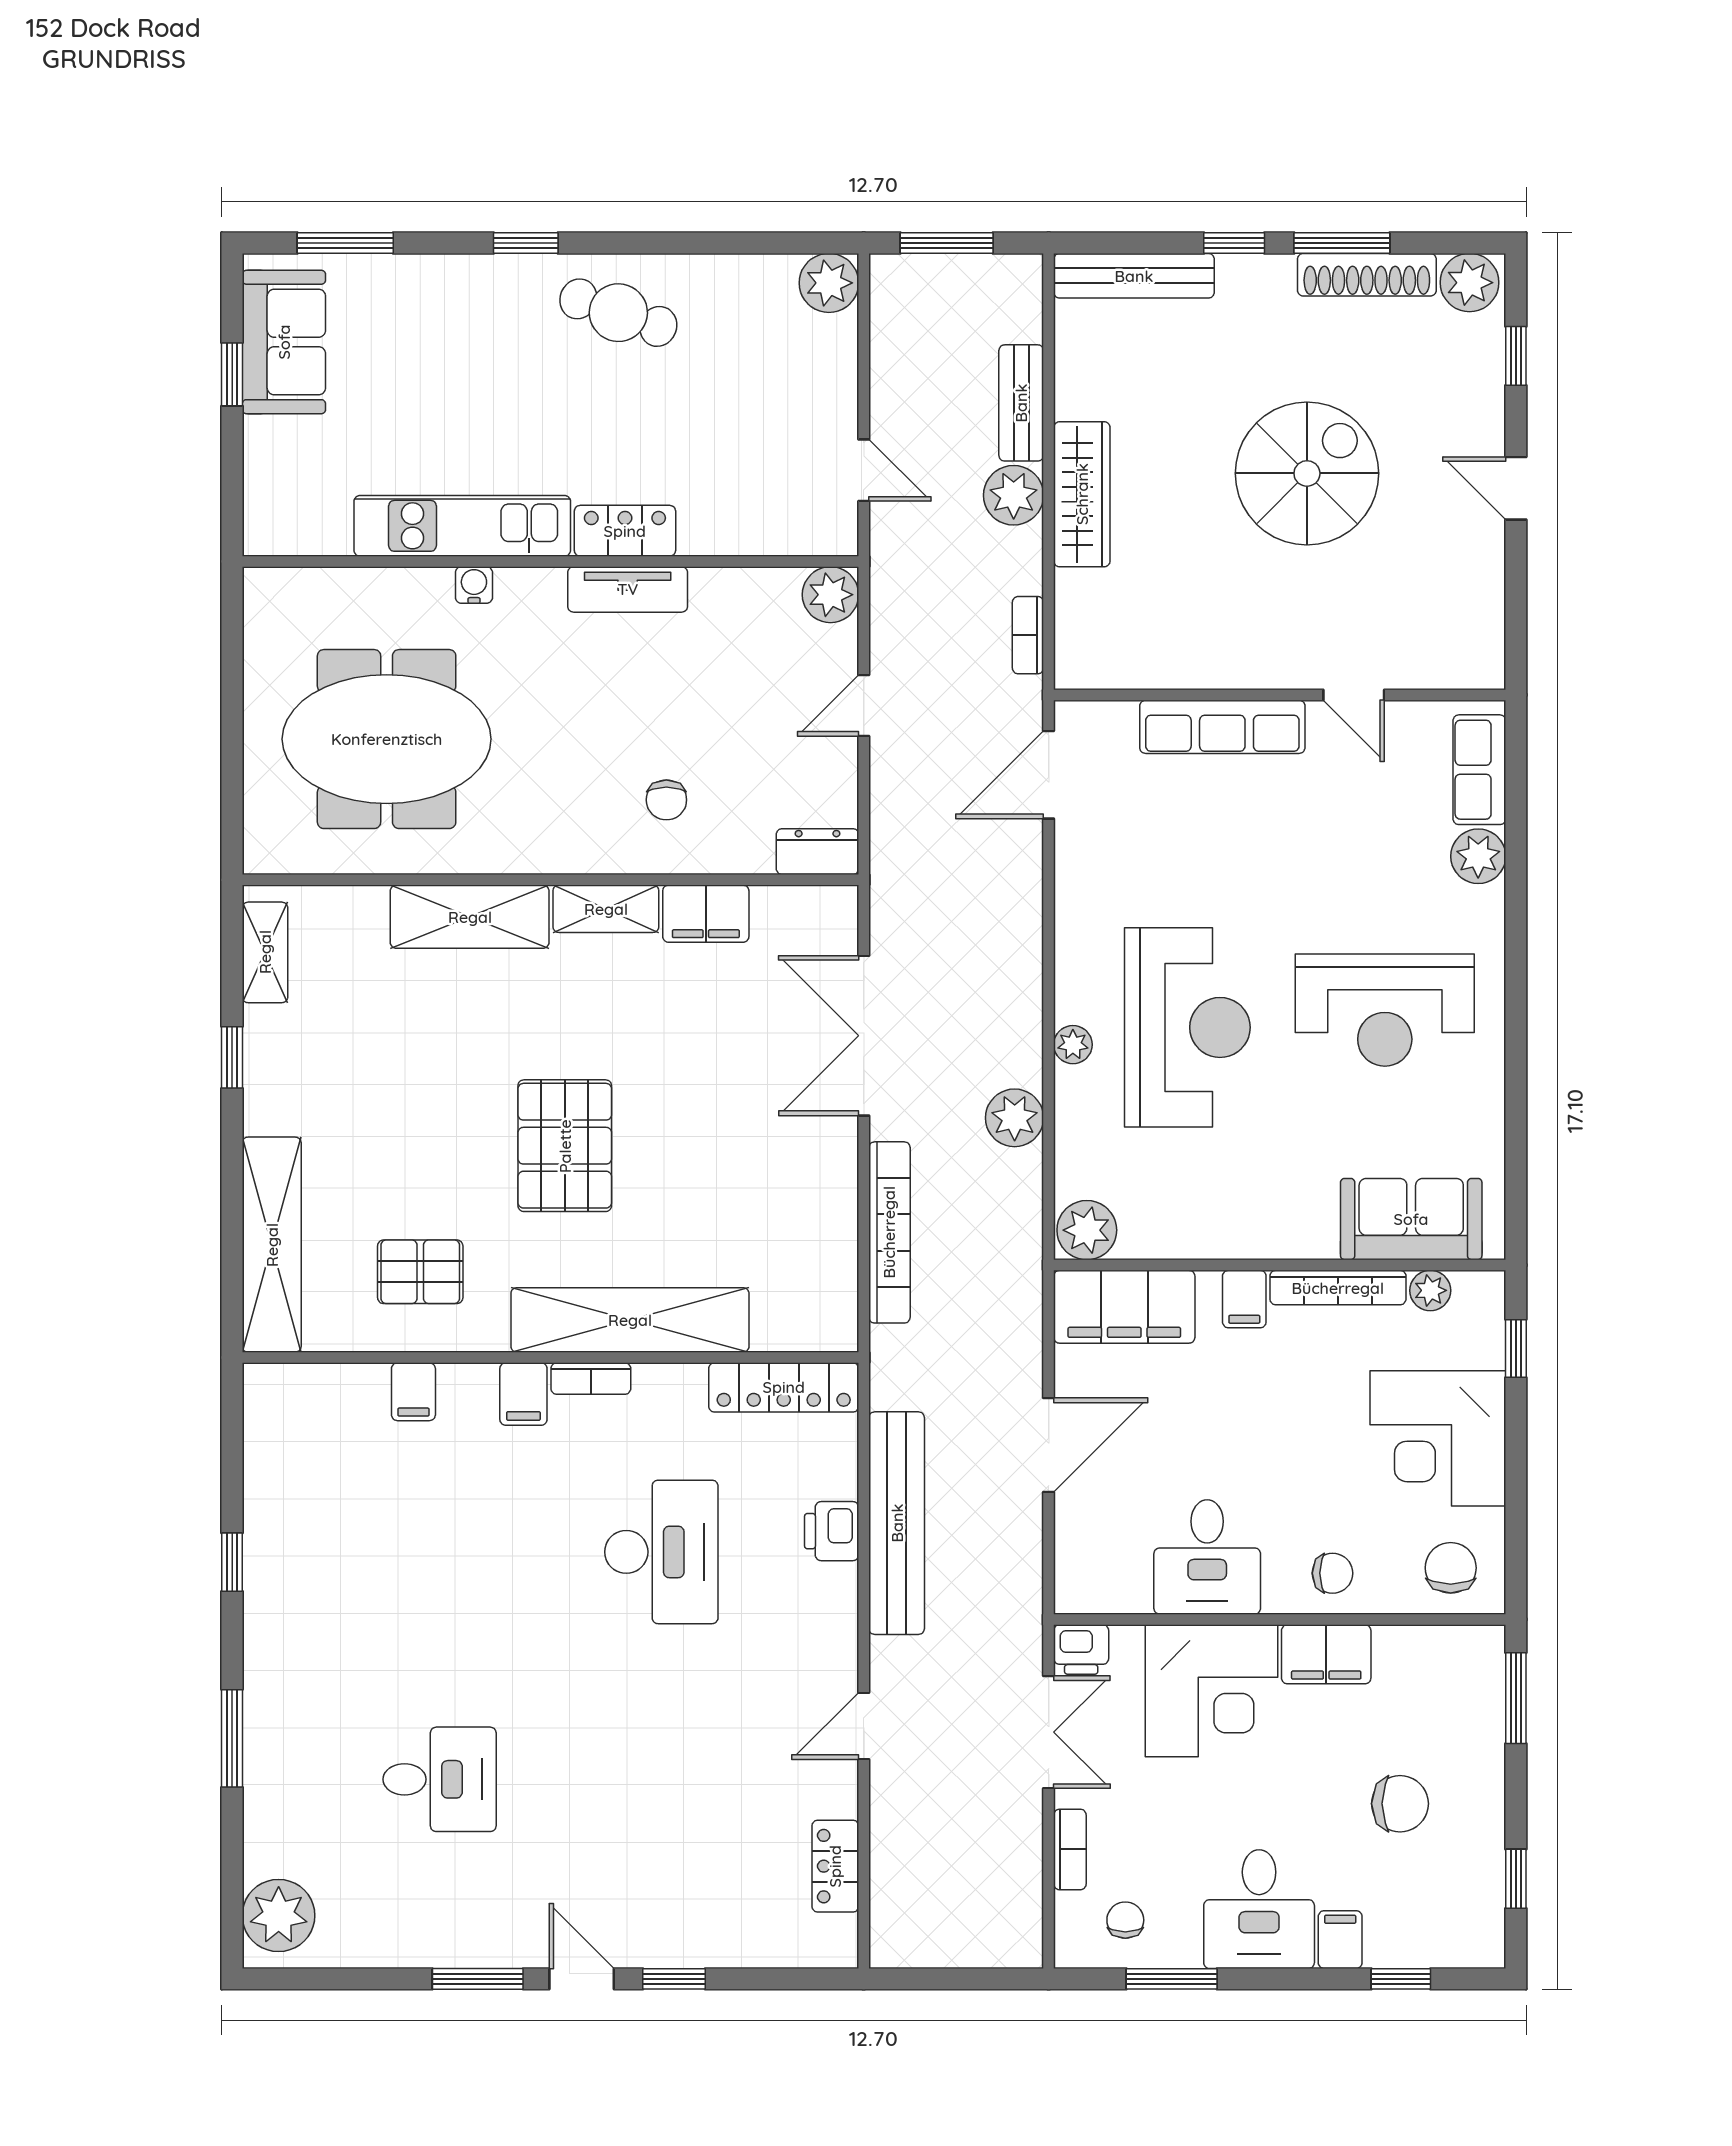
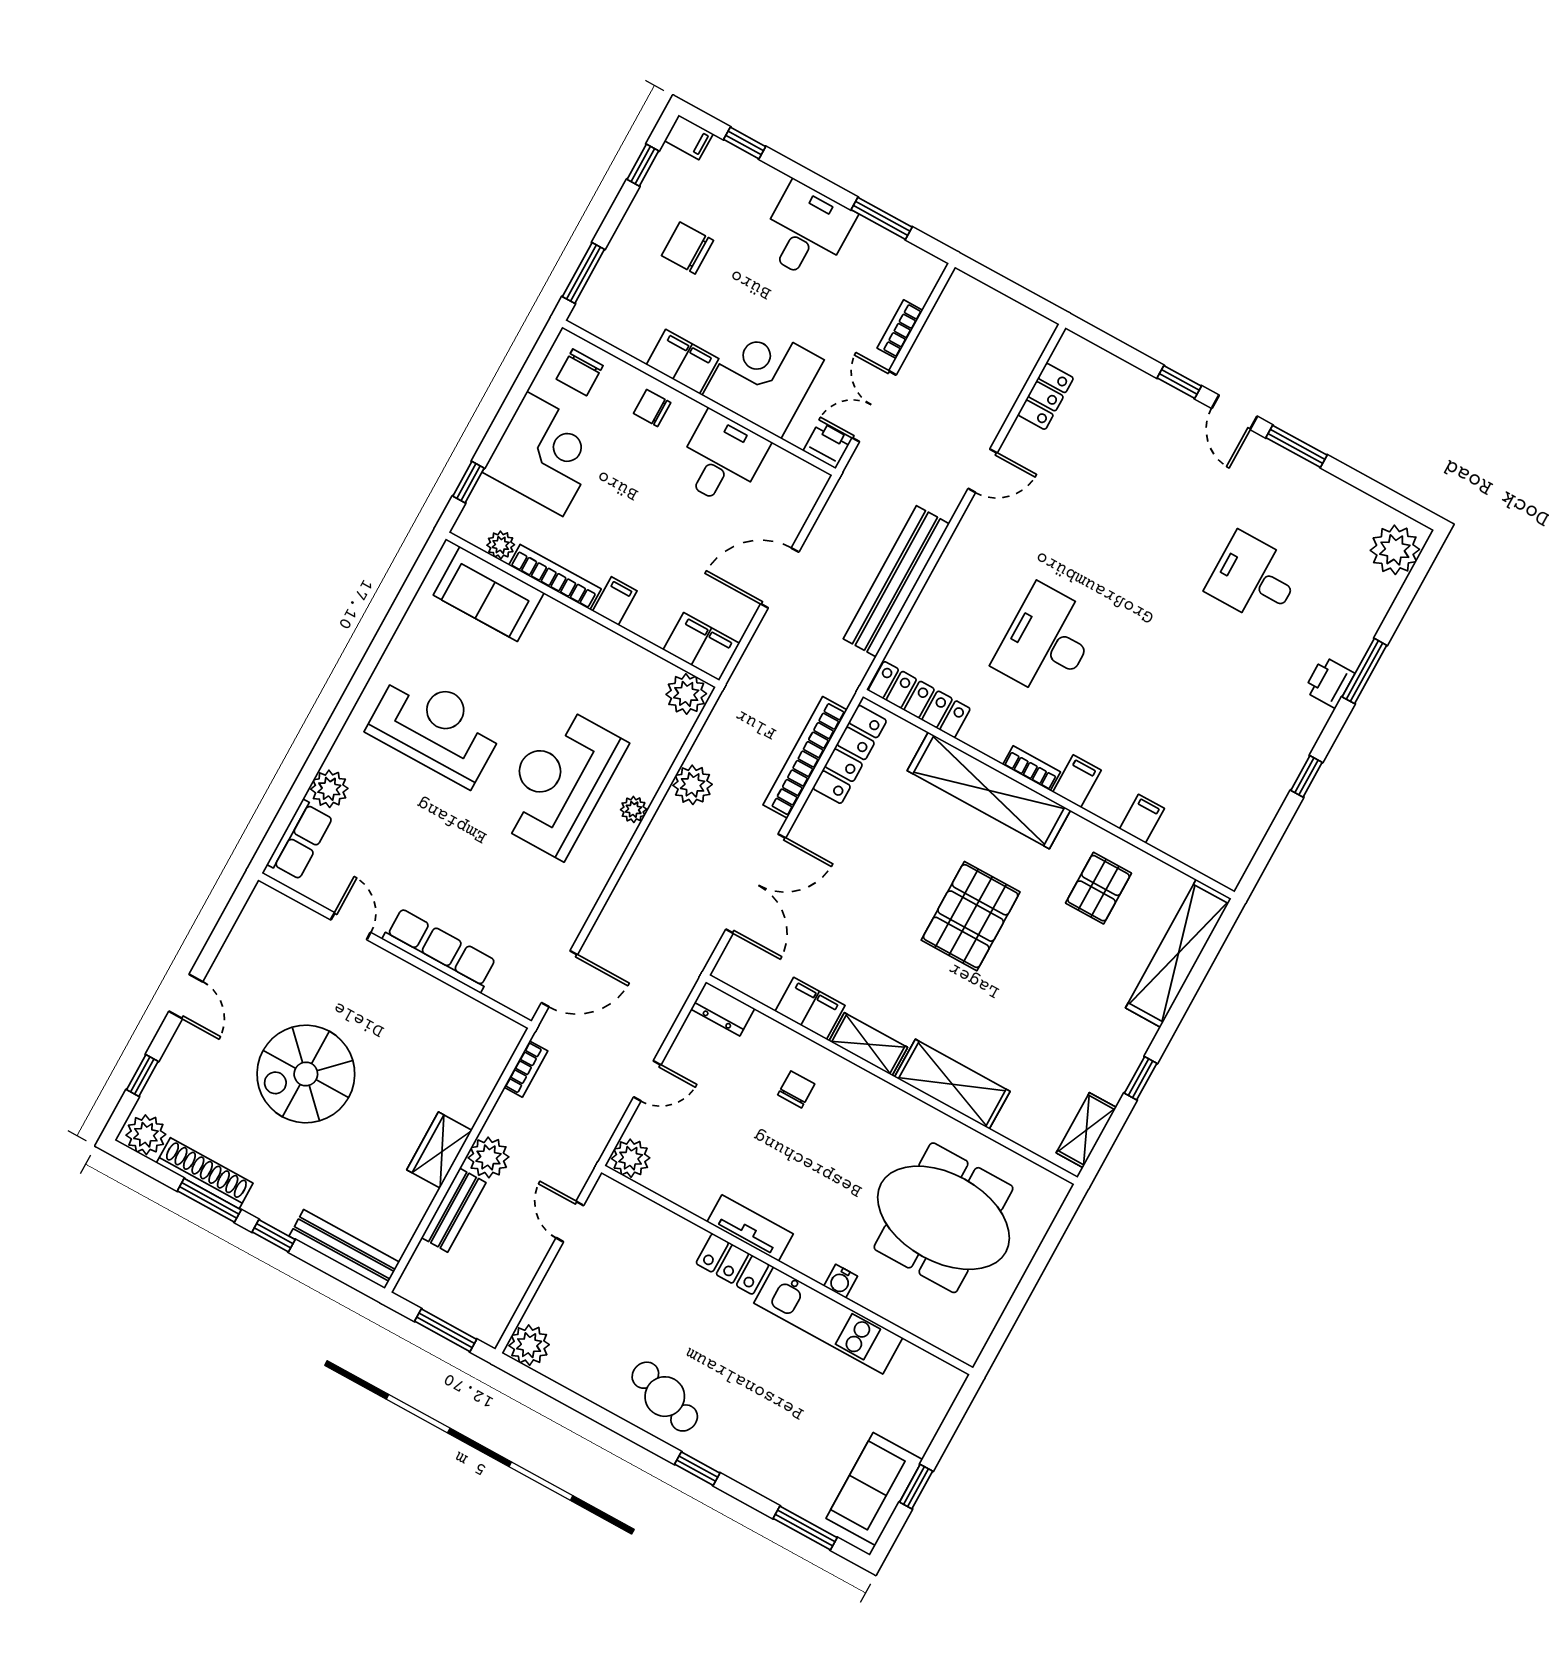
wardrobe: (1082, 494) -> (439, 1150), width x0.67
locker: (834, 1268) -> (850, 754), added
pallet: (420, 1272) -> (1098, 888), turned 90
filing cabinet: (1124, 1307) -> (701, 647), width x0.67, depth x0.86
printer: (832, 1531) -> (1329, 682), moved, turned 180
chair: (1125, 1920) -> (890, 269), removed
filing cabinet: (1340, 1940) -> (689, 137), moved, turned -90

